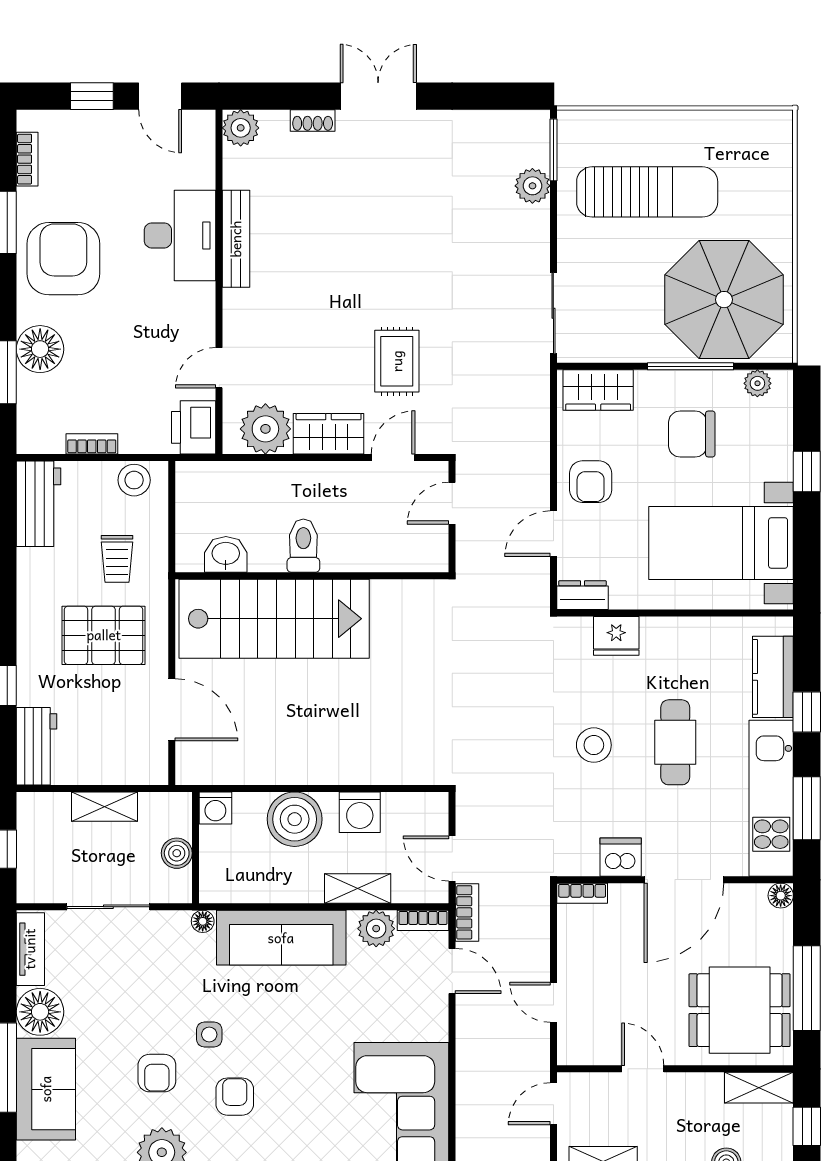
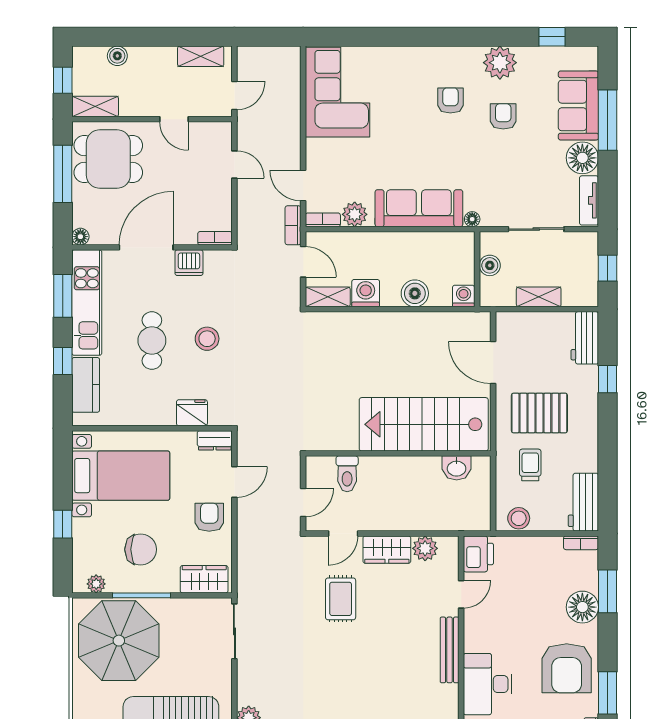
bench: (236, 239) -> (450, 650), moved
plant: (265, 429) -> (425, 548), width x0.73, depth x0.73
bookcase: (92, 444) -> (581, 543), moved
toilet: (303, 546) -> (347, 474), moved
boiler: (295, 819) -> (415, 293), width x0.73, depth x0.73
shelving: (358, 889) -> (328, 297), moved
side table: (209, 1035) -> (468, 142), removed
armchair: (235, 1097) -> (450, 100), turned 180

